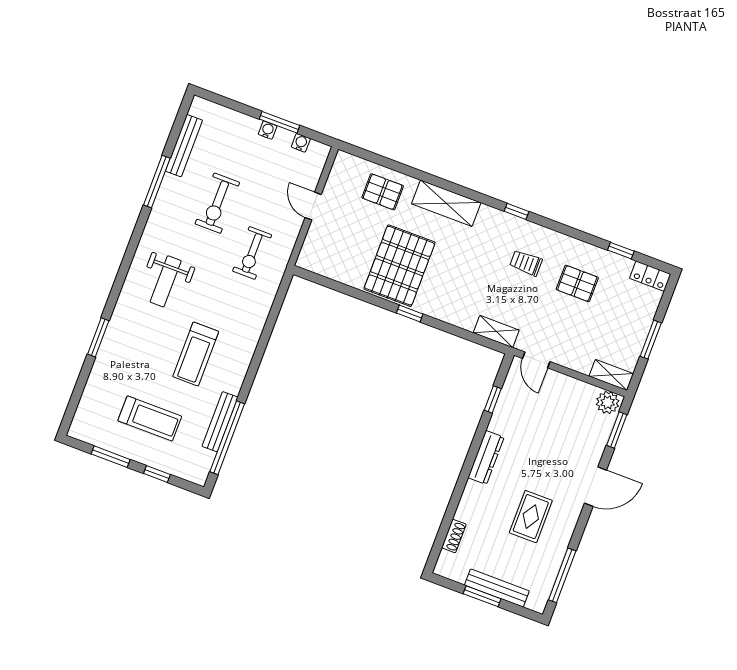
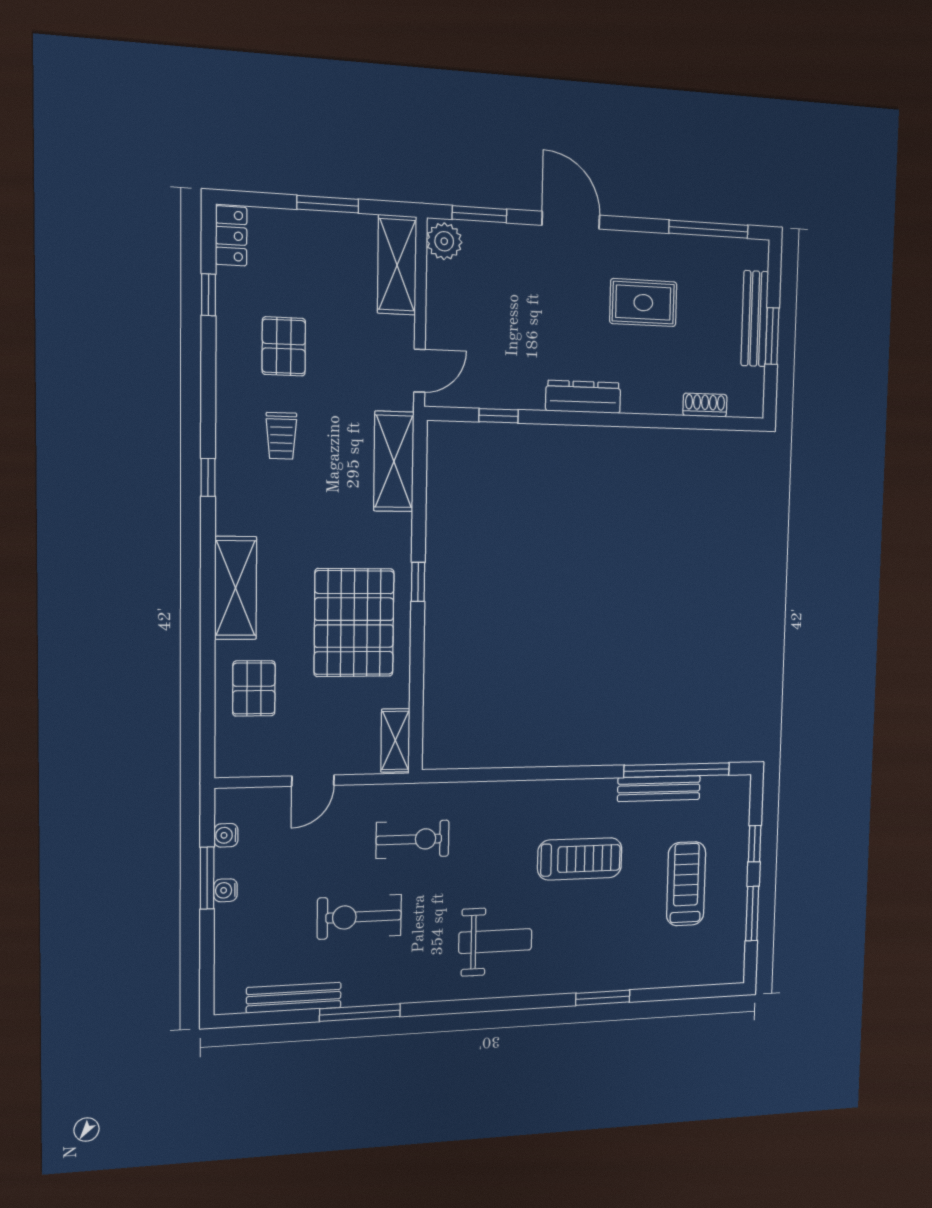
exercise bike: (217, 203) -> (359, 917), turned 180
shelving: (318, 265) -> (395, 740), added
pallet: (400, 266) -> (354, 623), turned 90
shelving: (496, 331) -> (394, 461), width x1.50, depth x1.33
shelving: (611, 375) -> (397, 265), width x1.50, depth x1.33

